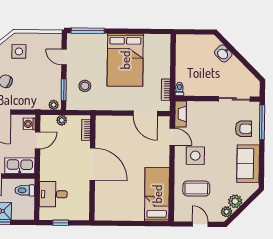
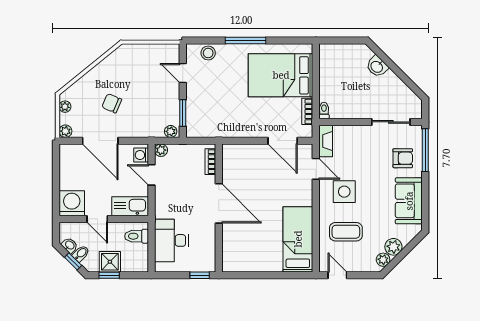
window: (88, 31) -> (246, 41), moved
side table: (19, 51) -> (128, 67), removed
bed: (125, 60) -> (281, 75), moved, turned 90
stool: (85, 86) -> (208, 53), moved
plant: (62, 120) -> (161, 150), moved
door: (38, 140) -> (151, 175), swing flipped
desk: (53, 194) -> (171, 240), width x1.37
window: (61, 223) -> (200, 275), moved
door: (200, 224) -> (337, 275), moved

